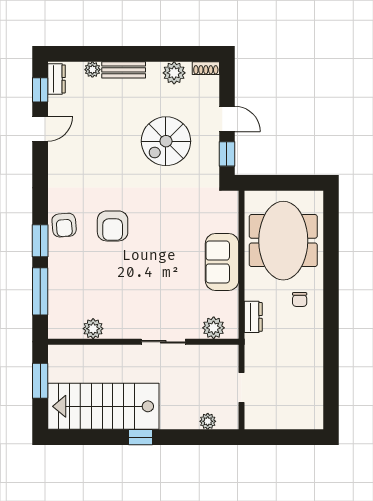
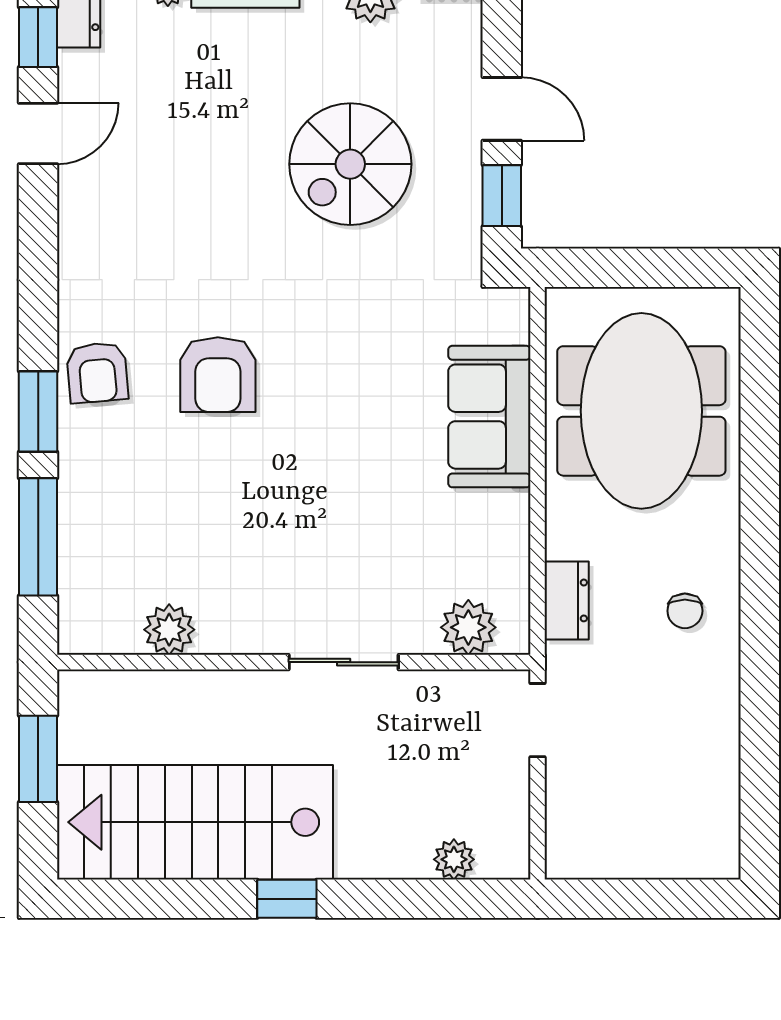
sofa: (222, 262) -> (489, 417), moved
chair: (300, 299) -> (685, 611), moved
doorway: (241, 387) -> (538, 720), moved

